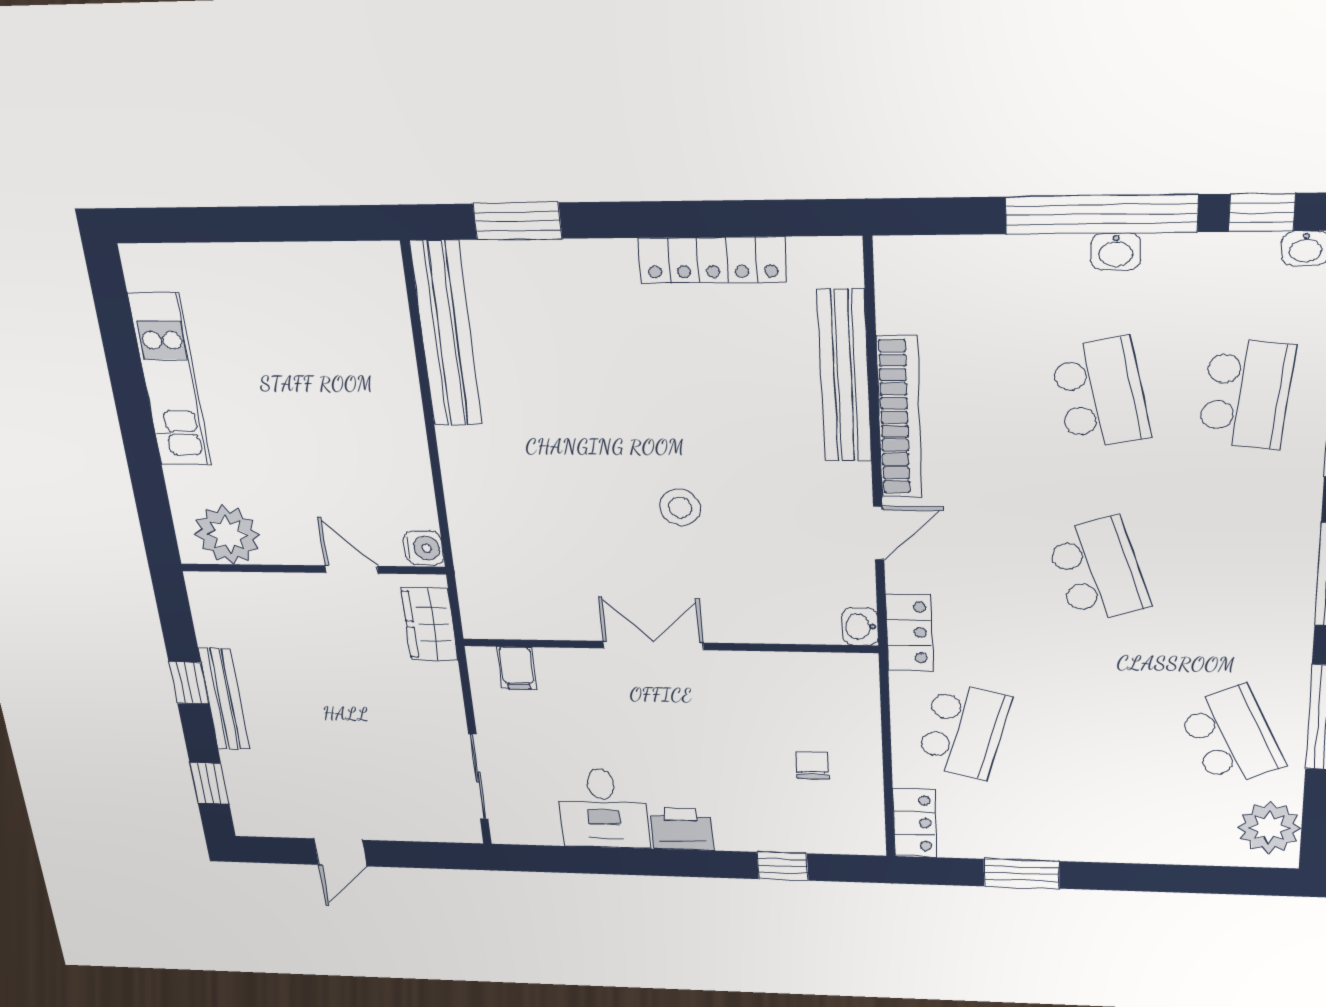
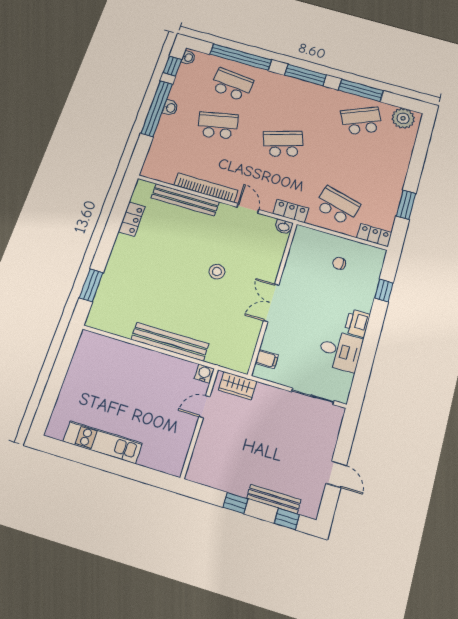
locker: (712, 260) -> (132, 219), width x0.66
bench: (446, 334) -> (170, 342), moved
plant: (227, 535) -> (174, 451), removed
bench: (224, 699) -> (274, 499), moved

